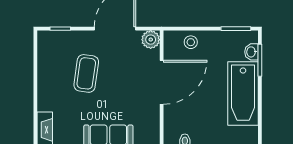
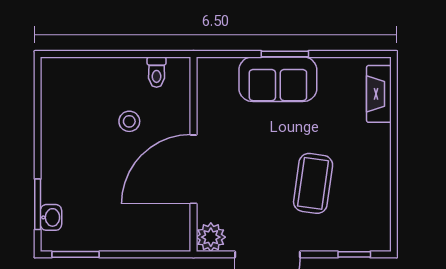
stool: (191, 42) -> (129, 121), moved
bathtub: (243, 93) -> (64, 152), removed

